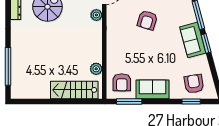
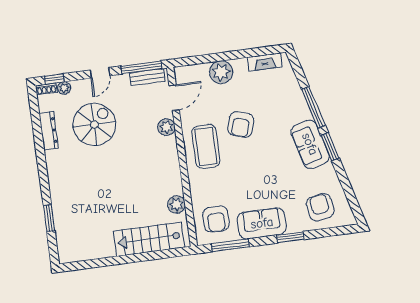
coffee table: (121, 32) -> (206, 146), added
window: (8, 66) -> (49, 218), width x0.47
window: (191, 101) -> (290, 237), moved

